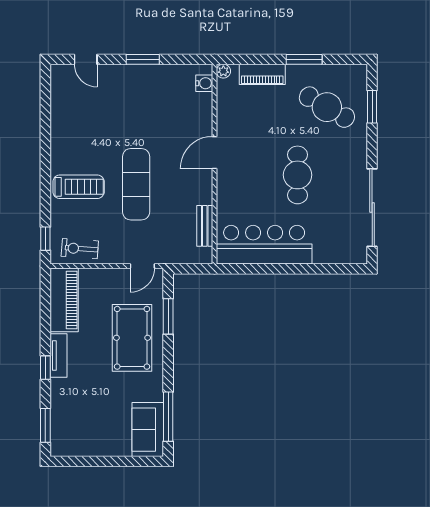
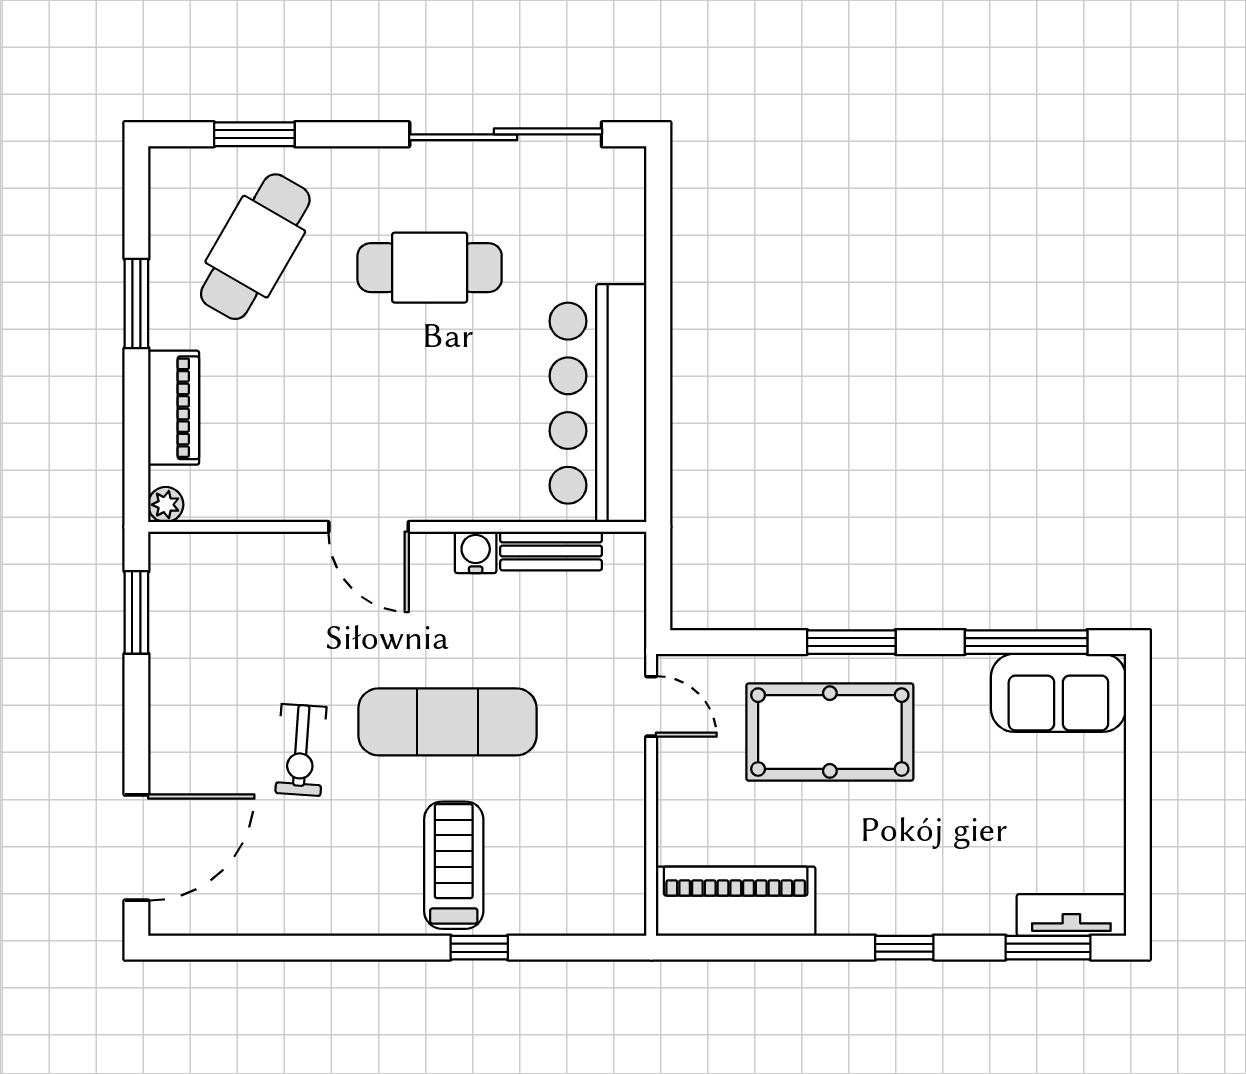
door: (86, 59) -> (136, 848), width x1.87
window: (143, 59) -> (136, 612), moved
water cooler: (204, 83) -> (476, 552), moved
cafe table: (298, 175) -> (430, 268), moved
window: (45, 239) -> (479, 948), moved
exercise bike: (80, 249) -> (301, 750), moved
window: (168, 316) -> (851, 642), moved
tv unit: (59, 355) -> (1071, 915), moved

